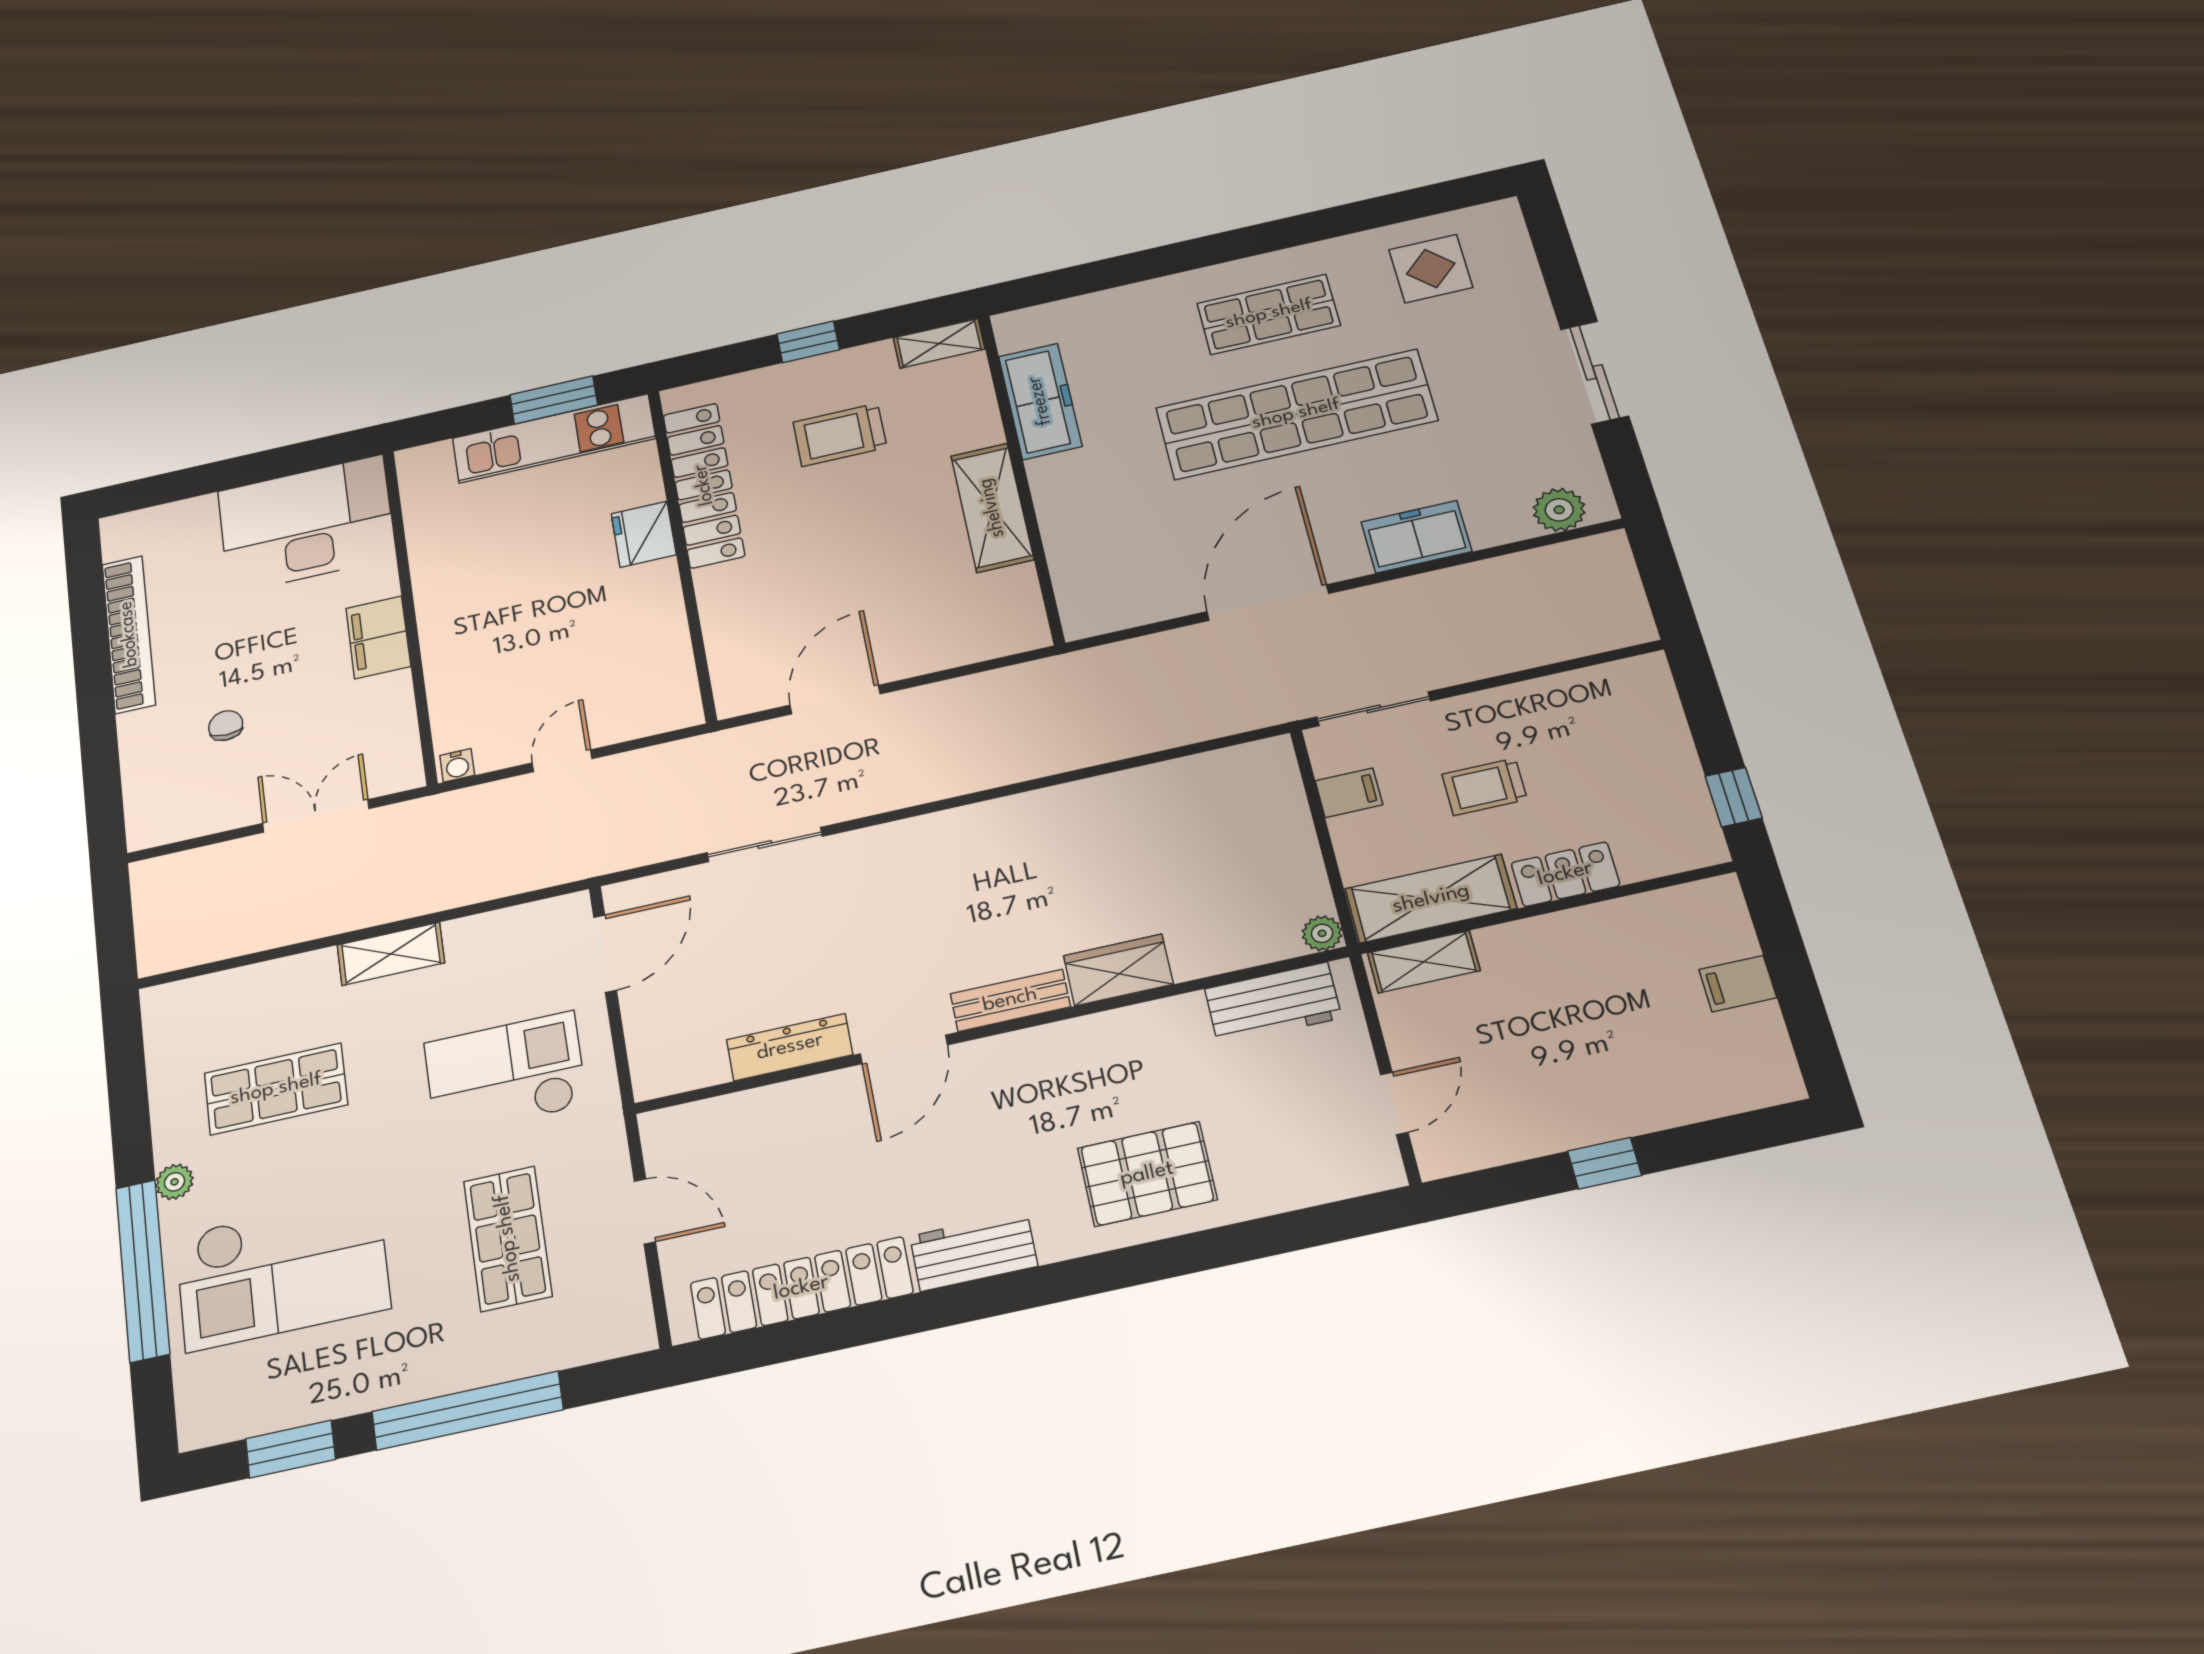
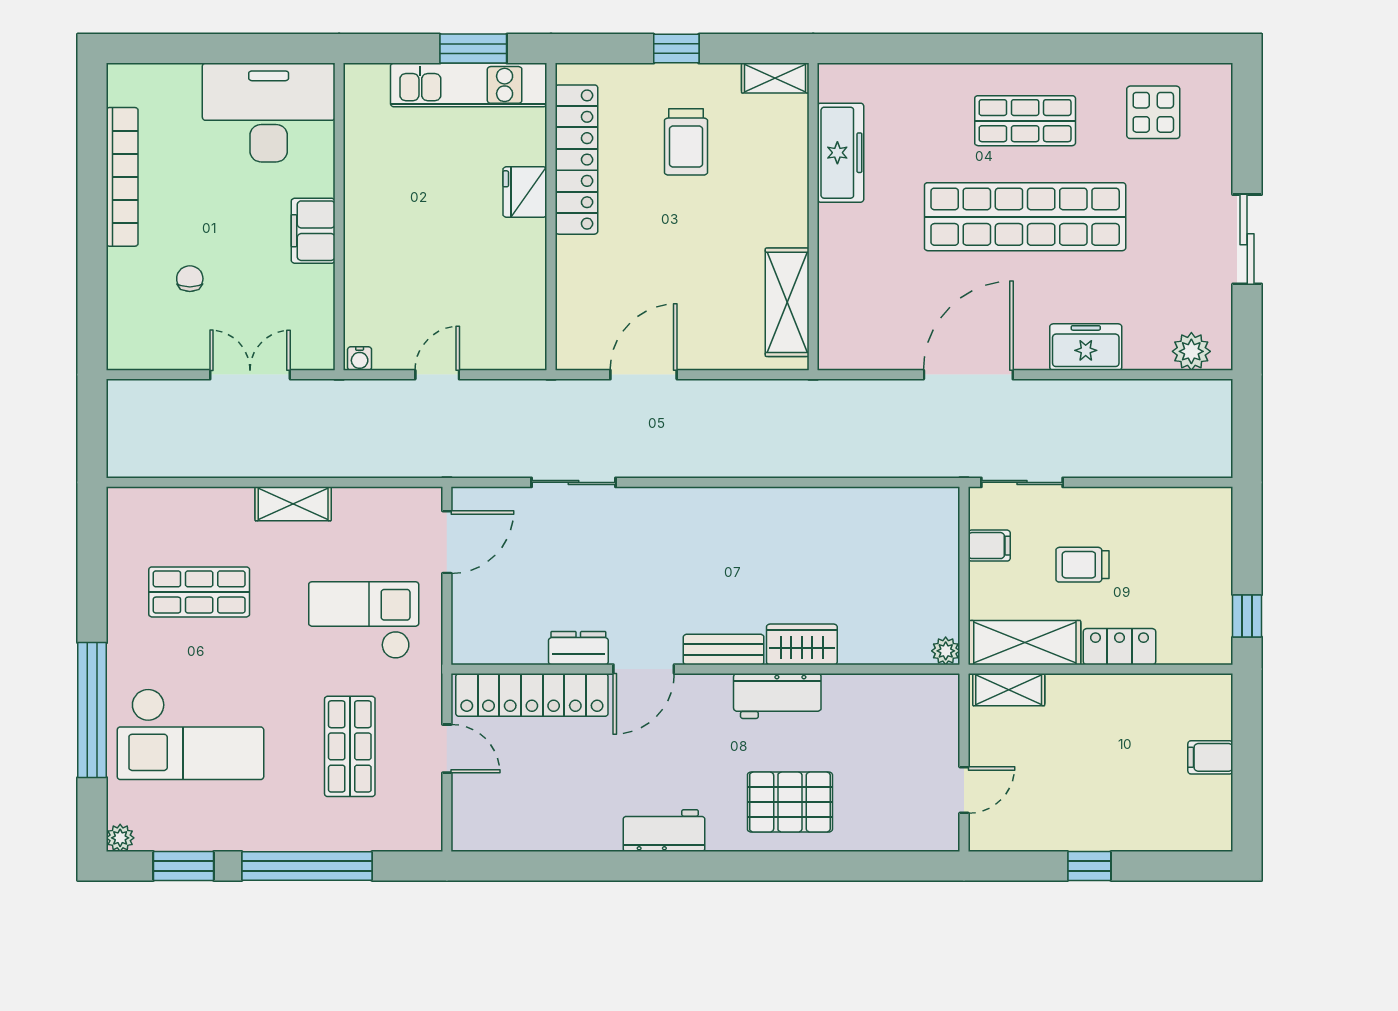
trolley: (840, 435) -> (686, 142), turned -90
shelving: (992, 508) -> (787, 302), moved
workbench: (1273, 1003) -> (777, 696), moved
dresser: (790, 1047) -> (578, 648), width x0.70
plant: (175, 1182) -> (120, 838), moved
locker: (801, 1288) -> (532, 695), moved, turned 180

